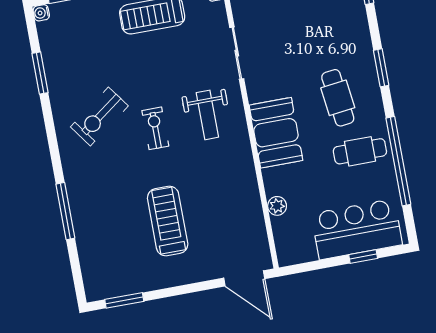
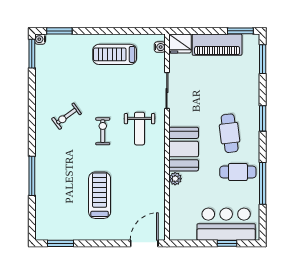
window: (40, 73) -> (32, 54), moved
exercise bike: (99, 116) -> (67, 116), width x0.73, depth x0.72
window: (398, 161) -> (263, 183), width x0.68
plant: (277, 206) -> (175, 179), moved
door: (244, 278) -> (144, 243), swing flipped

